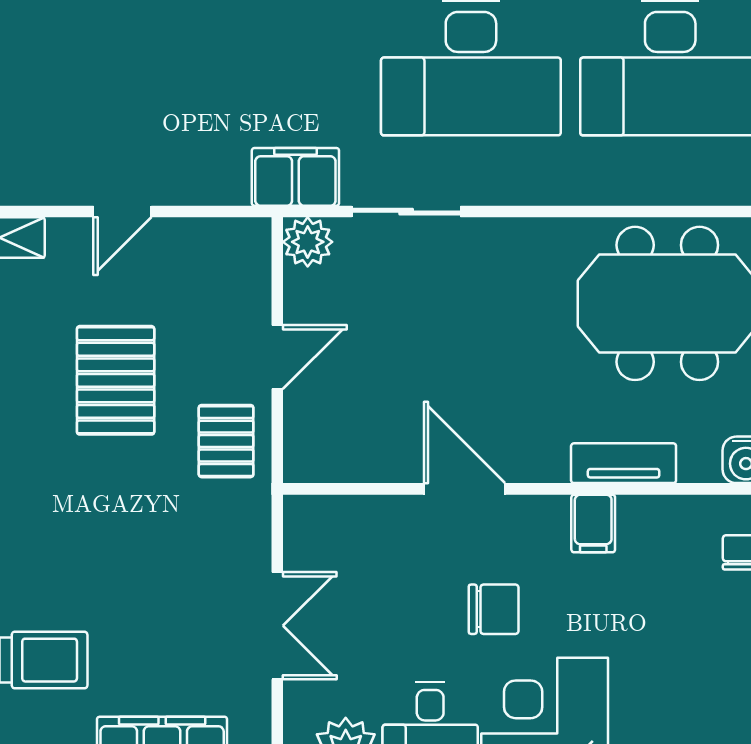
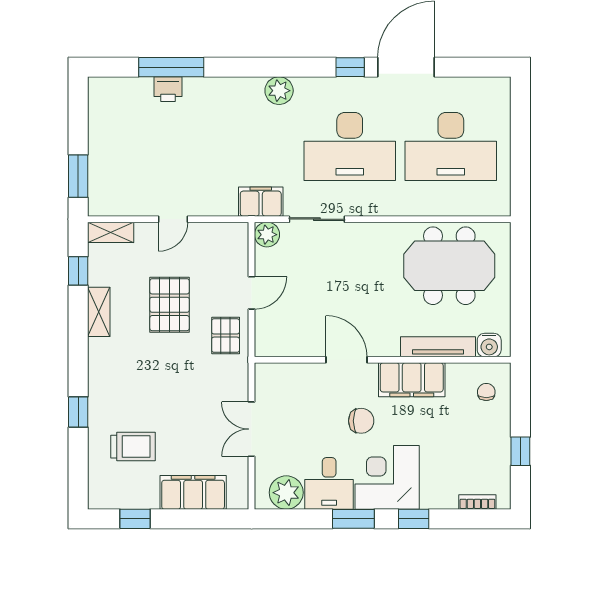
tv unit: (624, 463) -> (438, 347), width x1.41
filing cabinet: (593, 523) -> (412, 380), width x3.00, depth x1.17
double door: (277, 626) -> (252, 429), swing flipped

